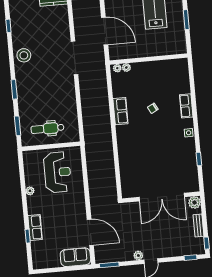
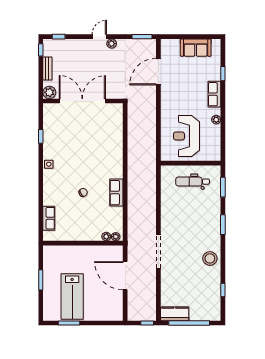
row of seats: (186, 106) -> (49, 218), moved
dental chair: (47, 129) -> (193, 182), turned 180
row of seats: (35, 227) -> (214, 94), moved
door: (90, 232) -> (158, 72), hinge flipped
sofa: (75, 257) -> (196, 48), moved

